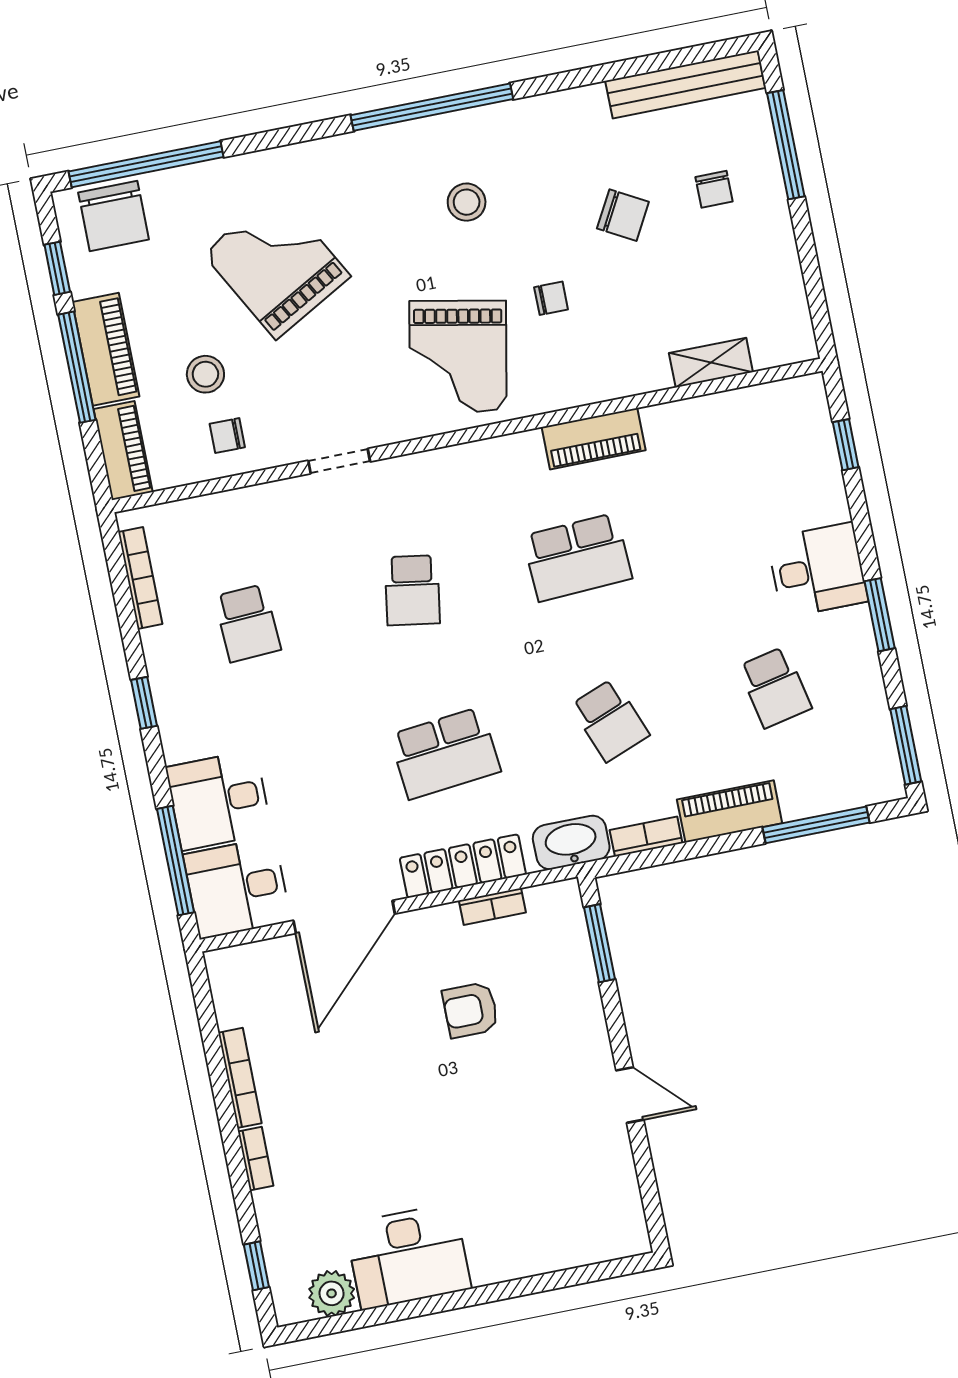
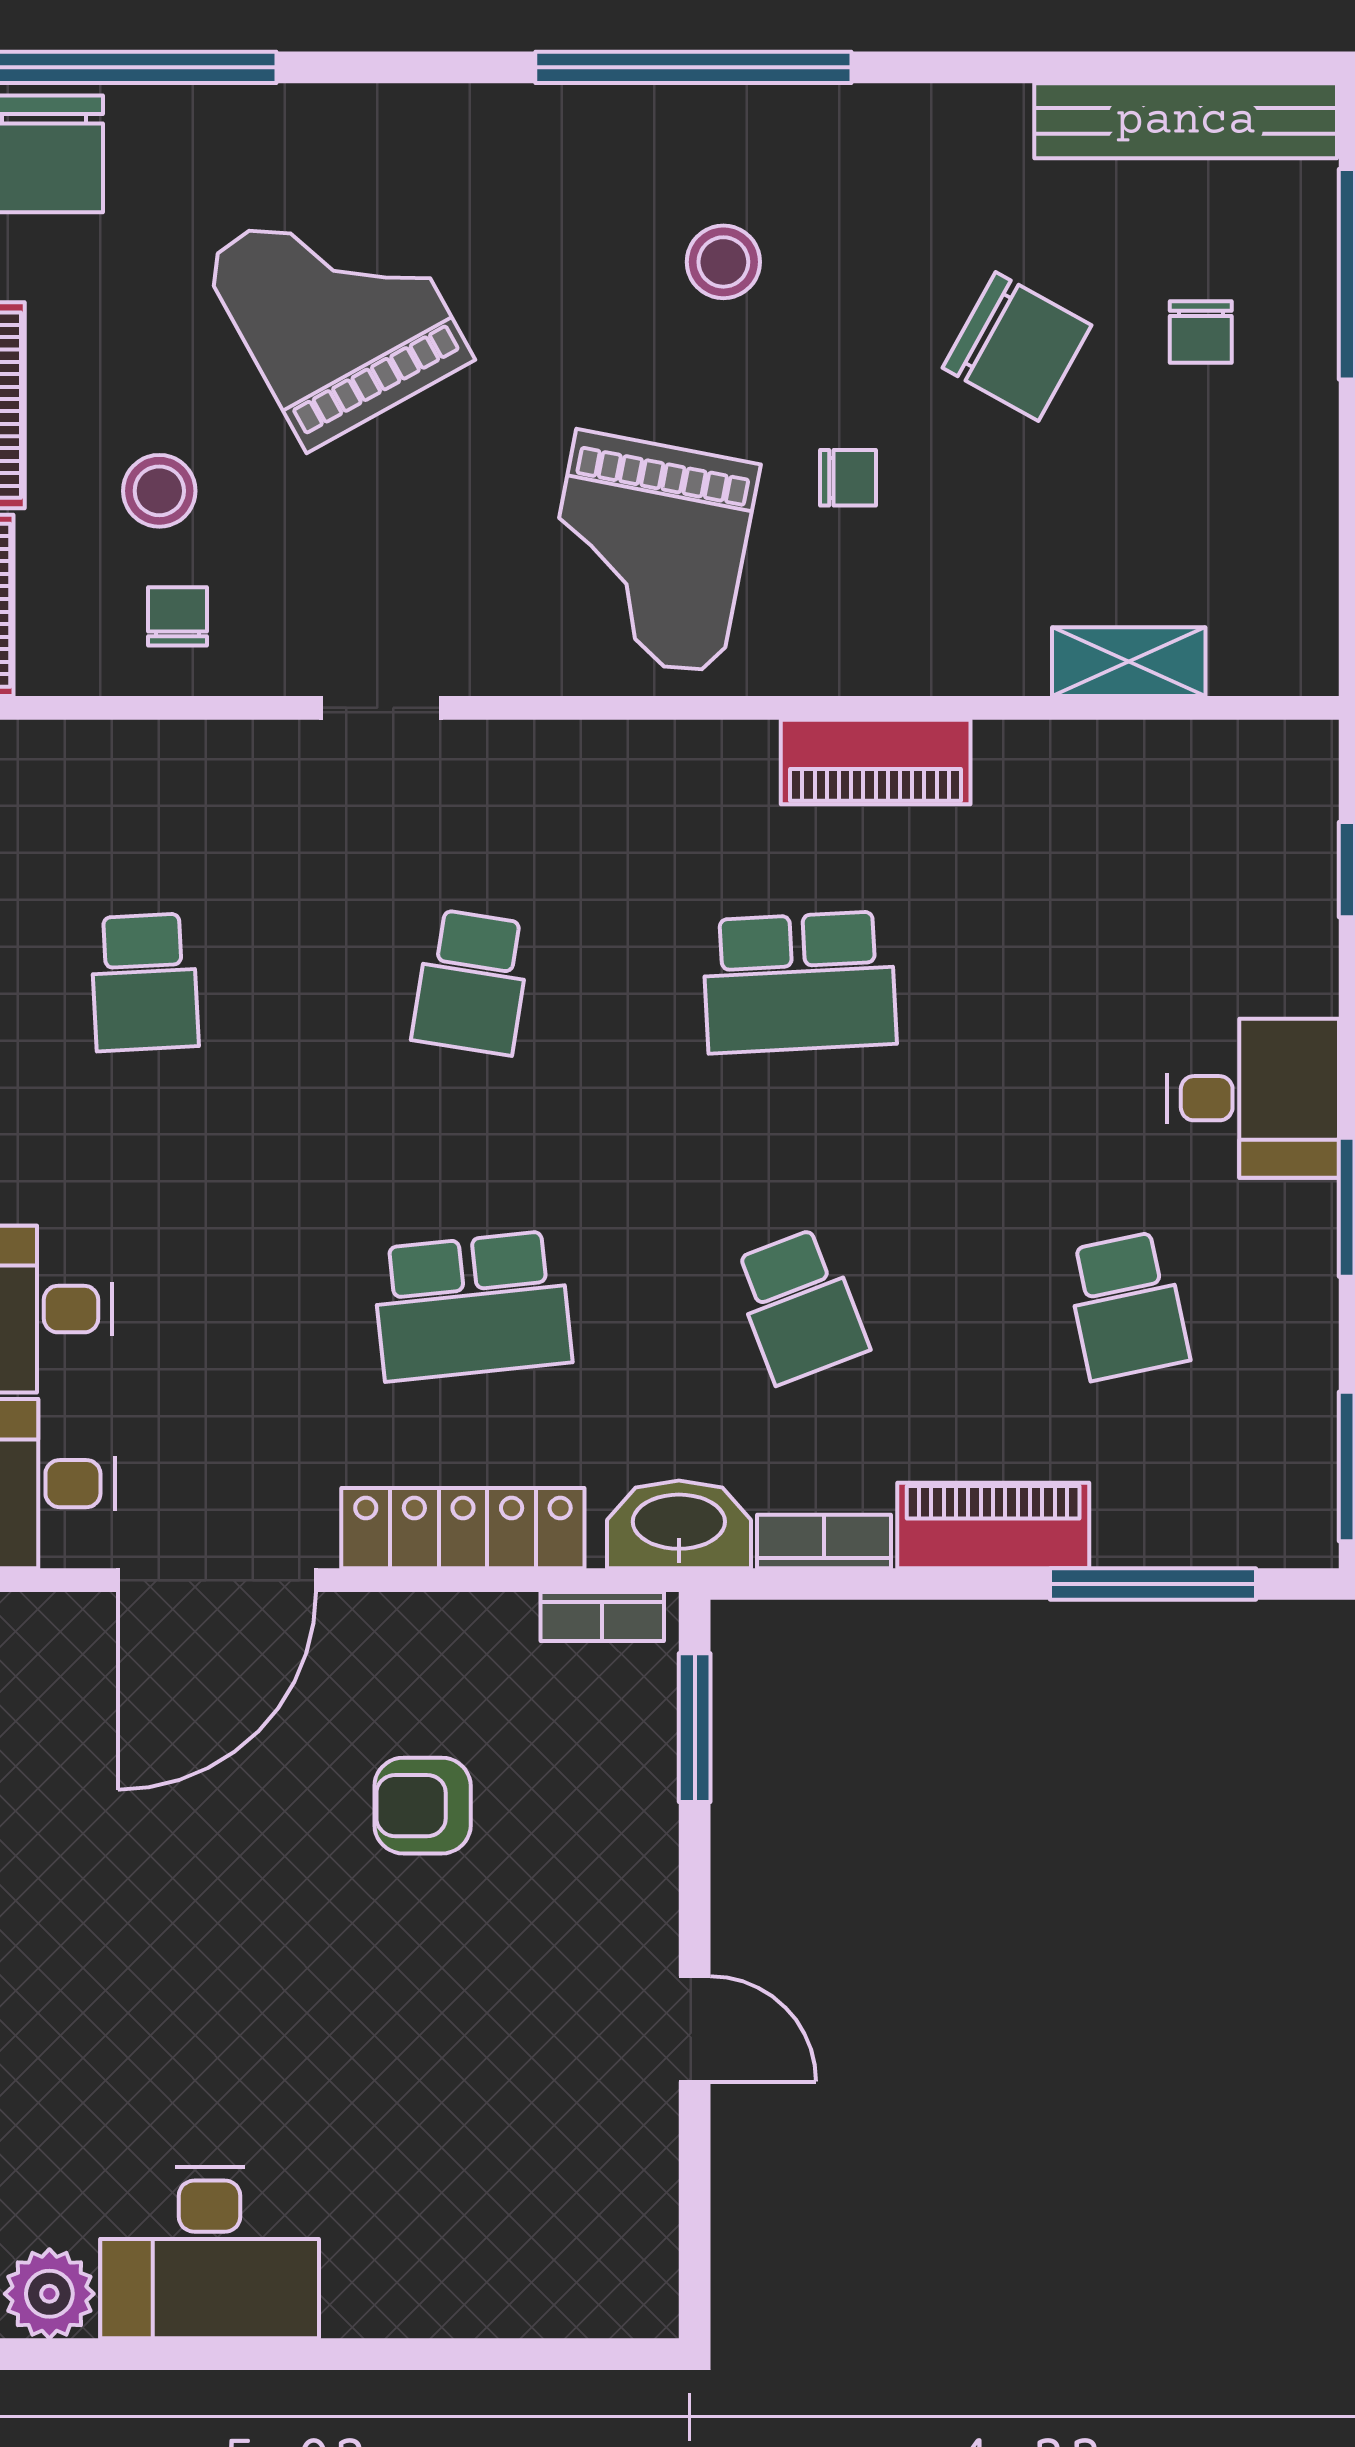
chair: (623, 215) -> (1017, 346), width x1.37, depth x1.37
chair: (227, 436) -> (178, 616), turned 90
bookcase: (492, 906) -> (602, 1617), moved

